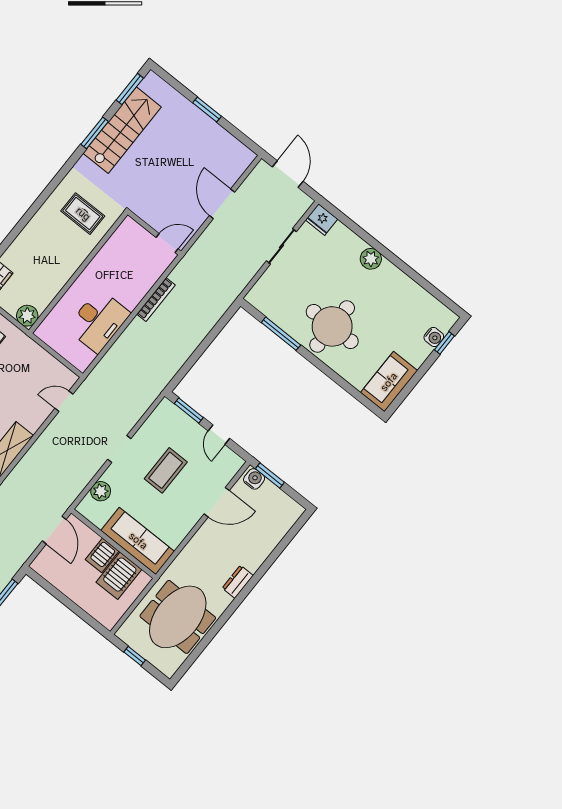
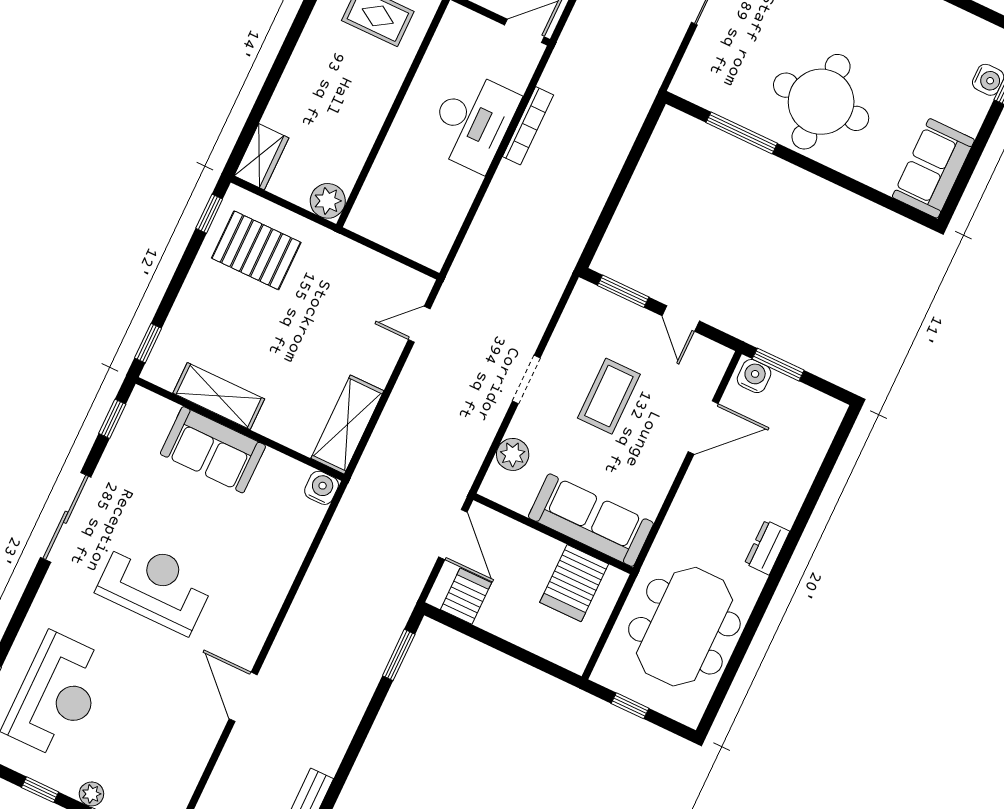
desk: (98, 321) -> (473, 121), moved
server rack: (102, 555) -> (466, 596), moved, turned 180

